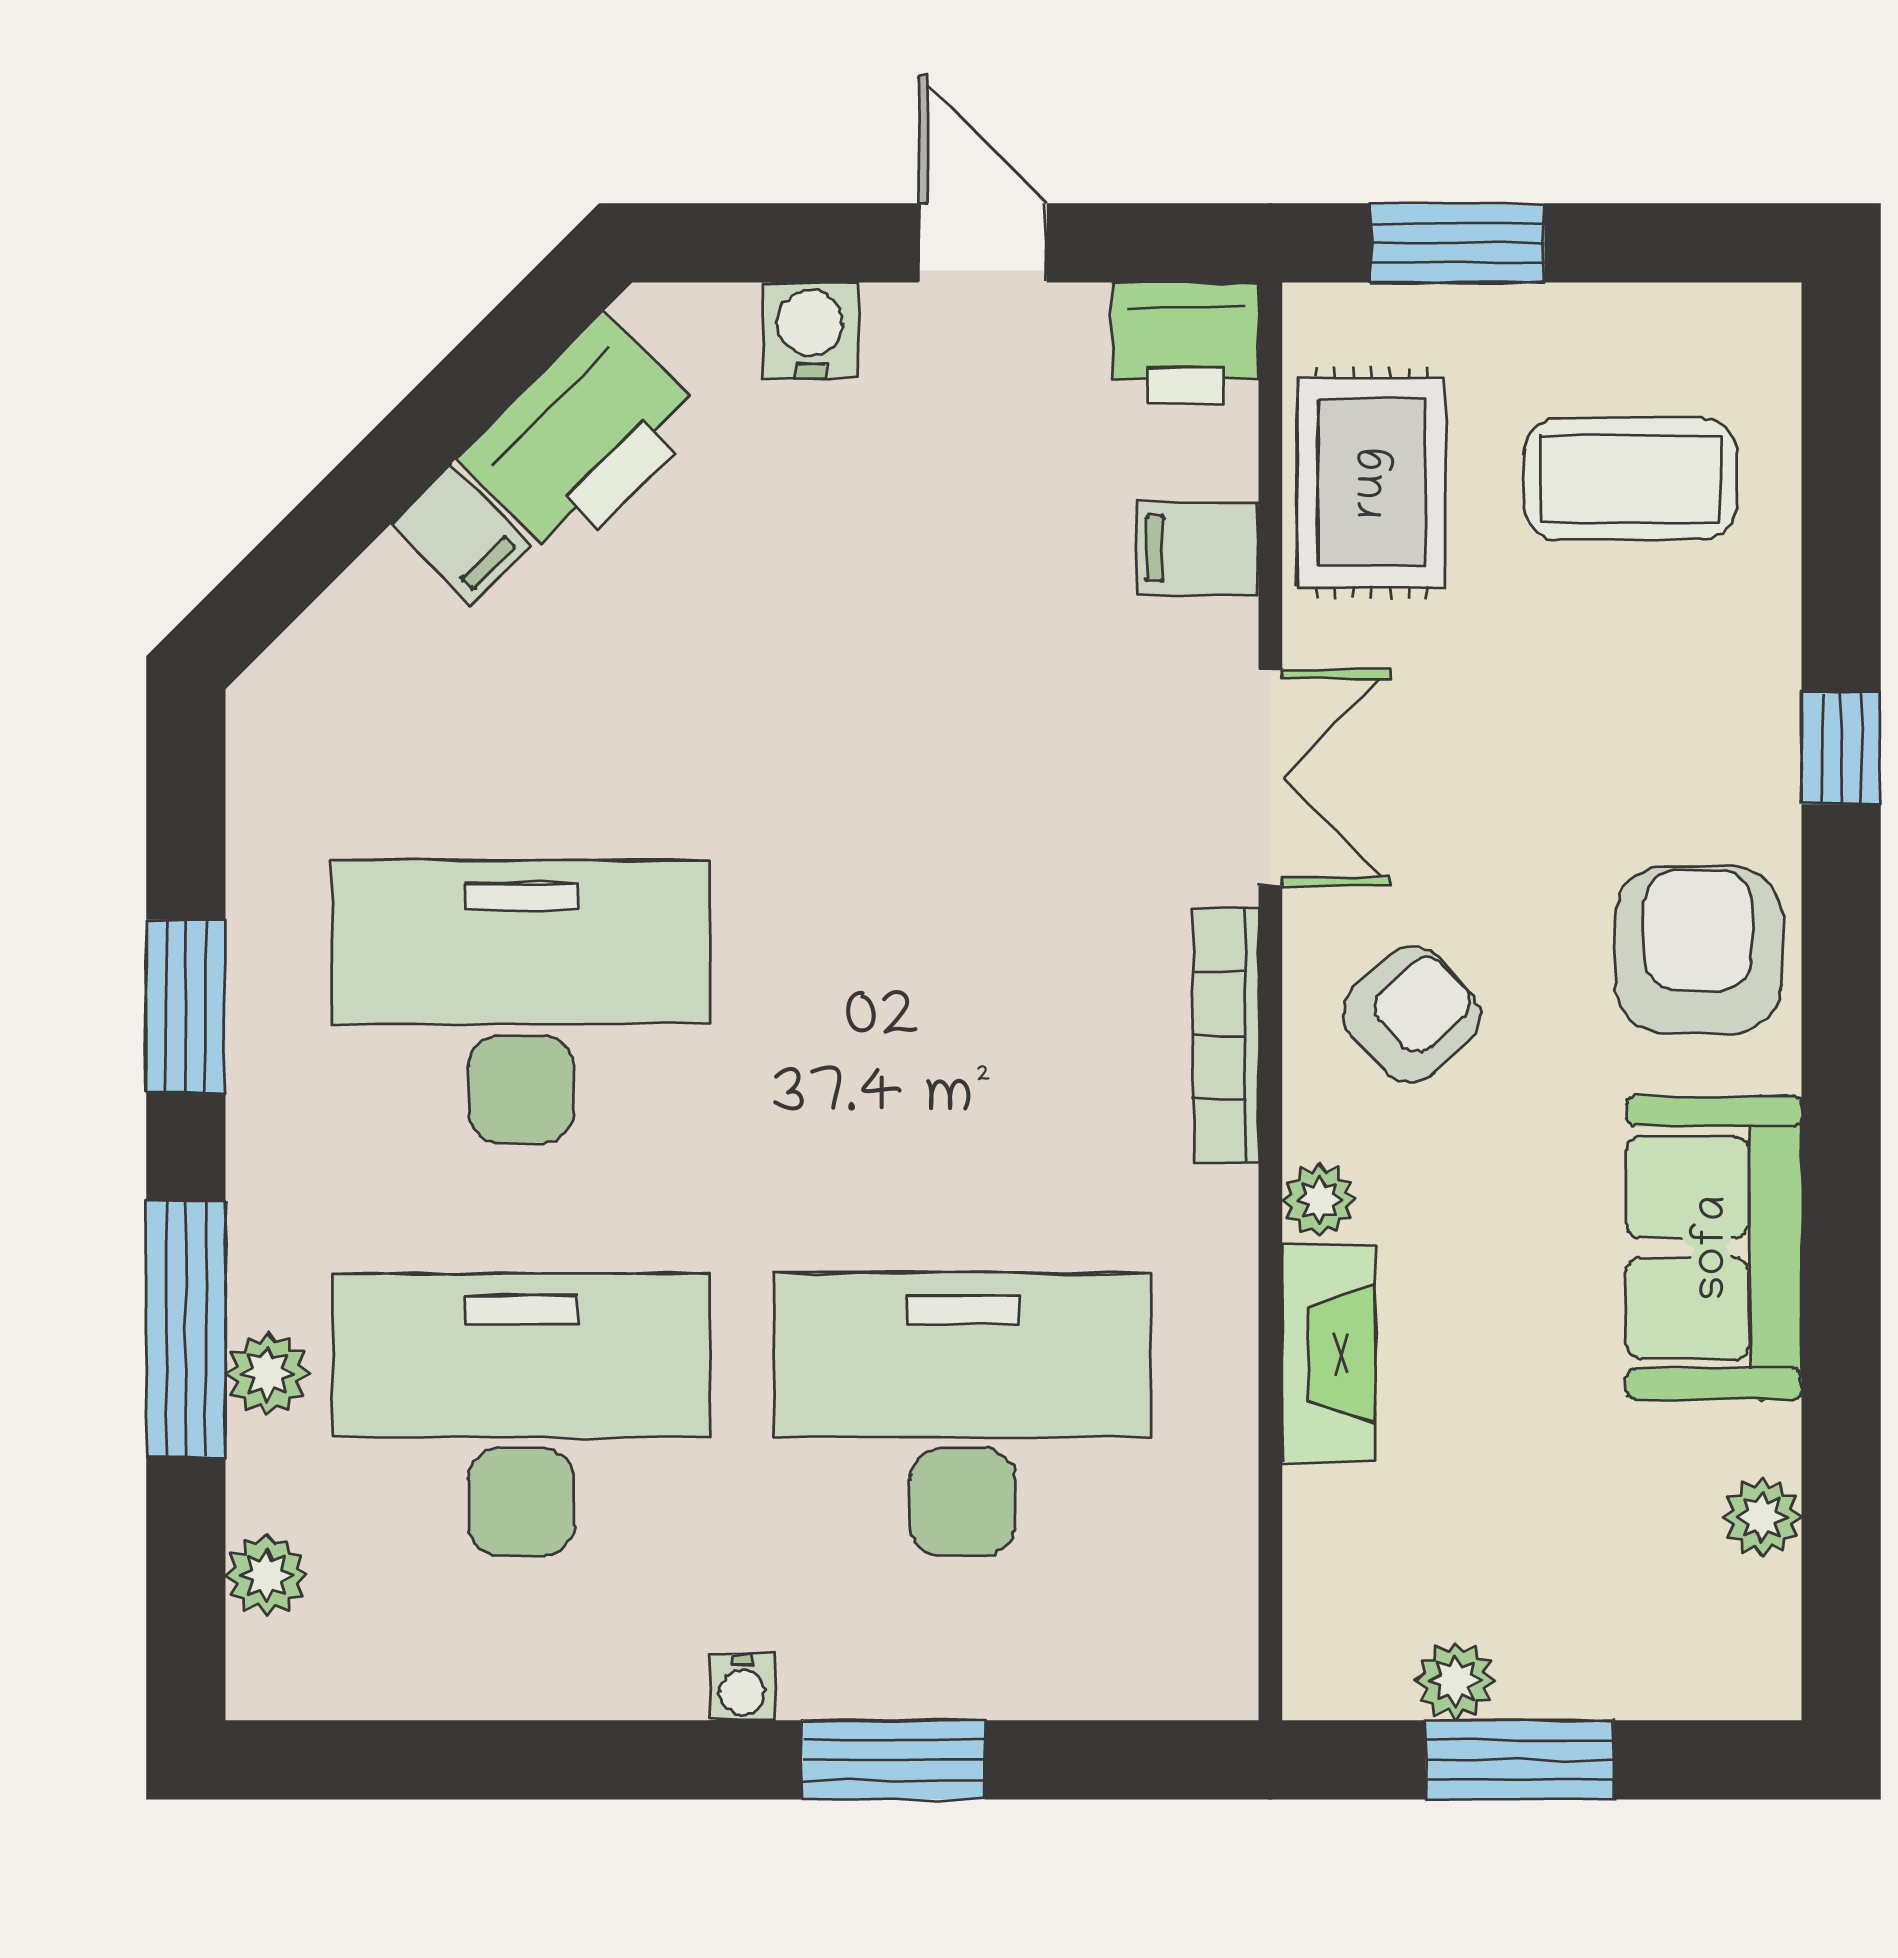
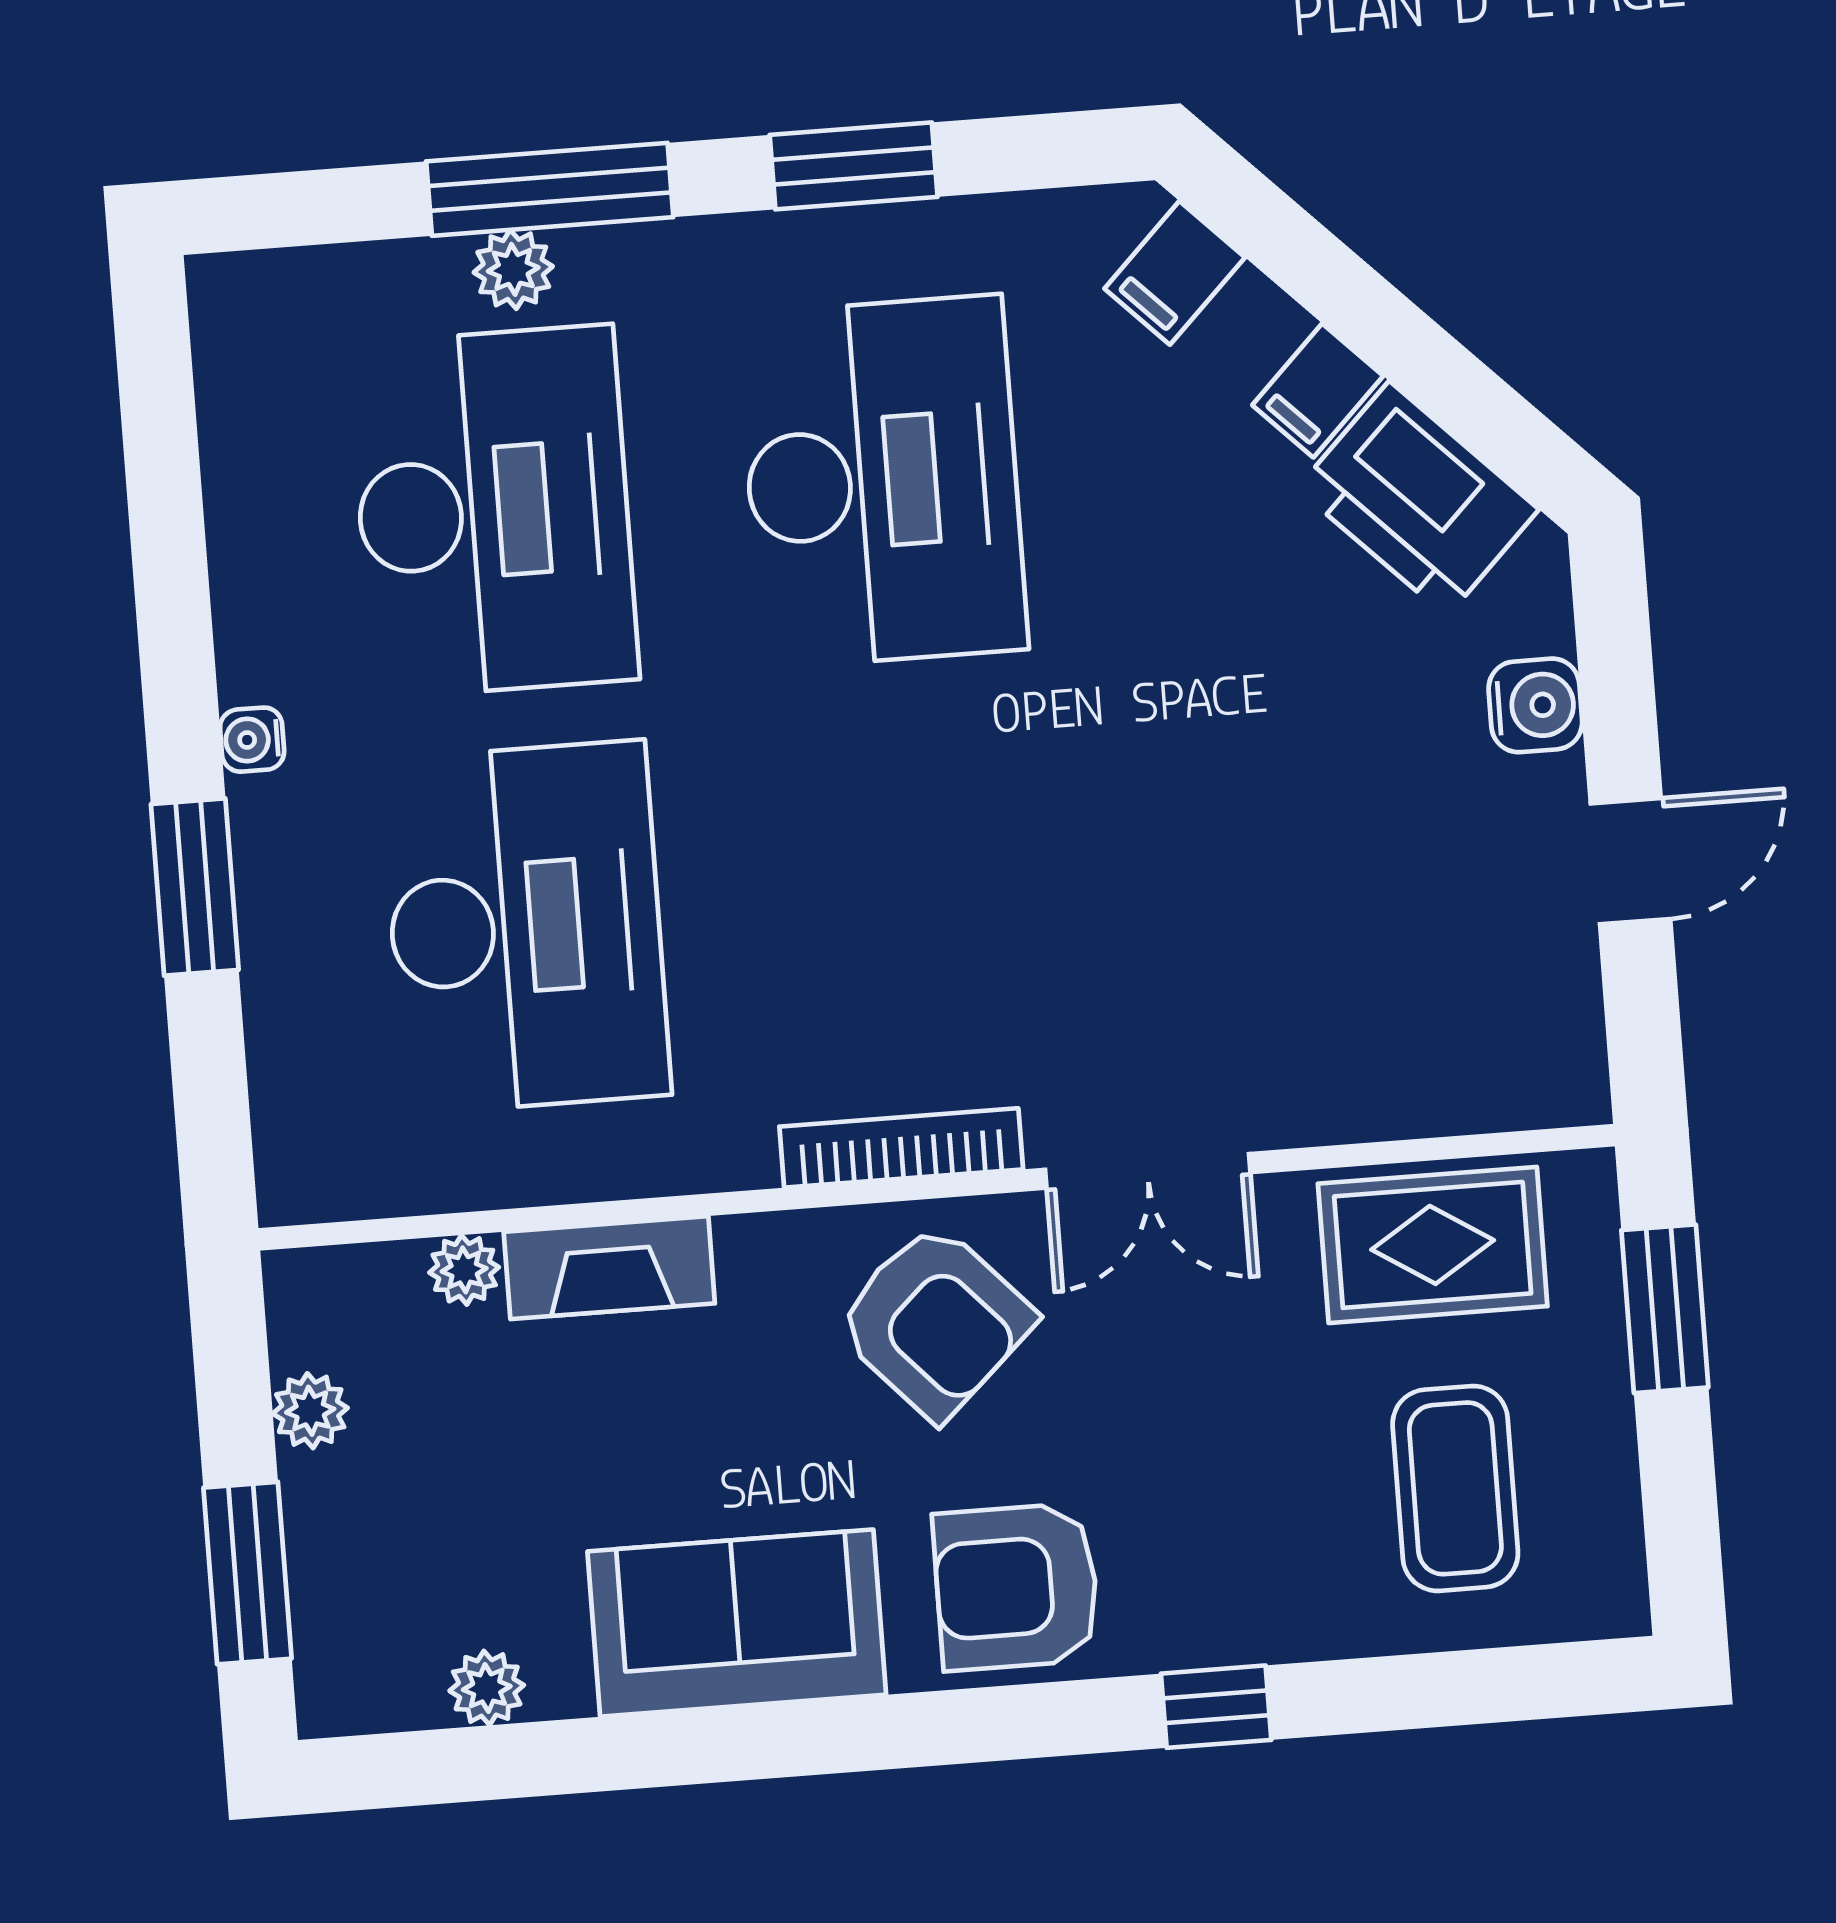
printer: (1185, 343) -> (1551, 1059), removed
filing cabinet: (1197, 548) -> (1175, 273), moved, turned -135
armchair: (1699, 950) -> (1016, 1587), turned 180
armchair: (1412, 1014) -> (935, 1321), width x1.38, depth x1.38
plant: (1319, 1200) -> (464, 1270), moved
plant: (266, 1575) -> (323, 283), removed
window: (1519, 1760) -> (247, 1573), moved

